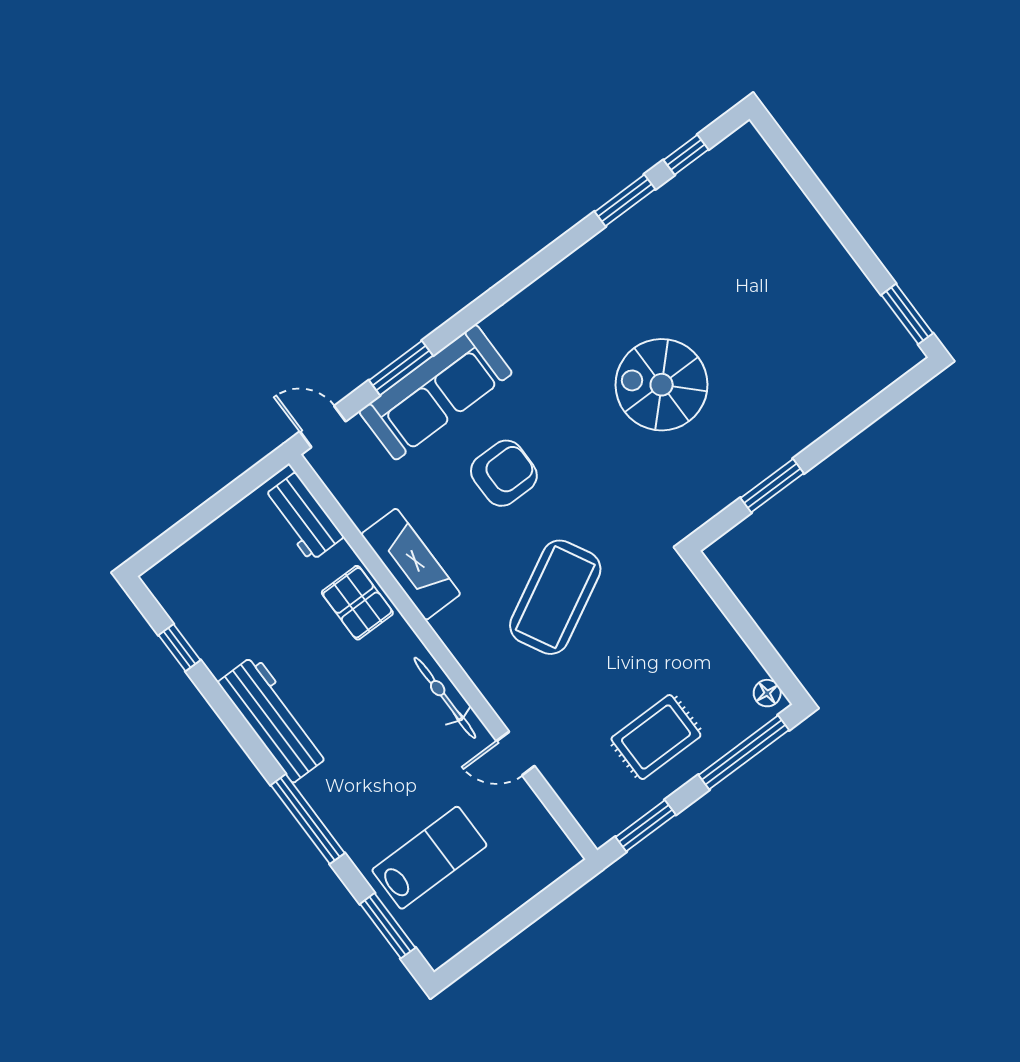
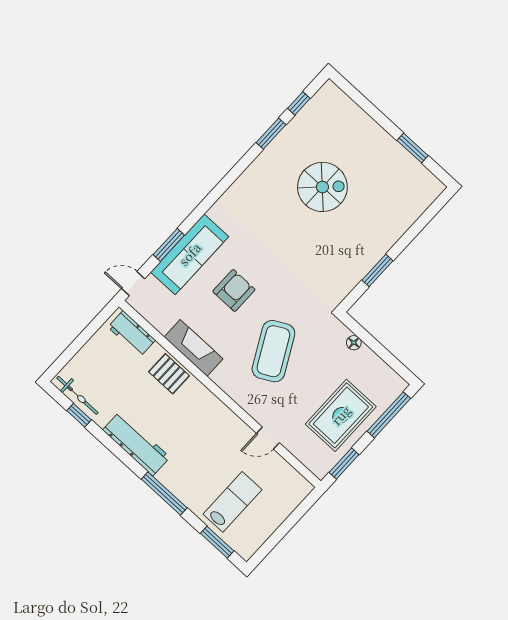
window: (907, 314) -> (413, 148), moved
spiral stairs: (662, 385) -> (322, 187), moved, turned 180
floor lamp: (767, 693) -> (354, 343), moved
bicycle: (445, 698) -> (77, 395), moved, turned 180
rug: (656, 737) -> (341, 415), width x1.36, depth x1.43

